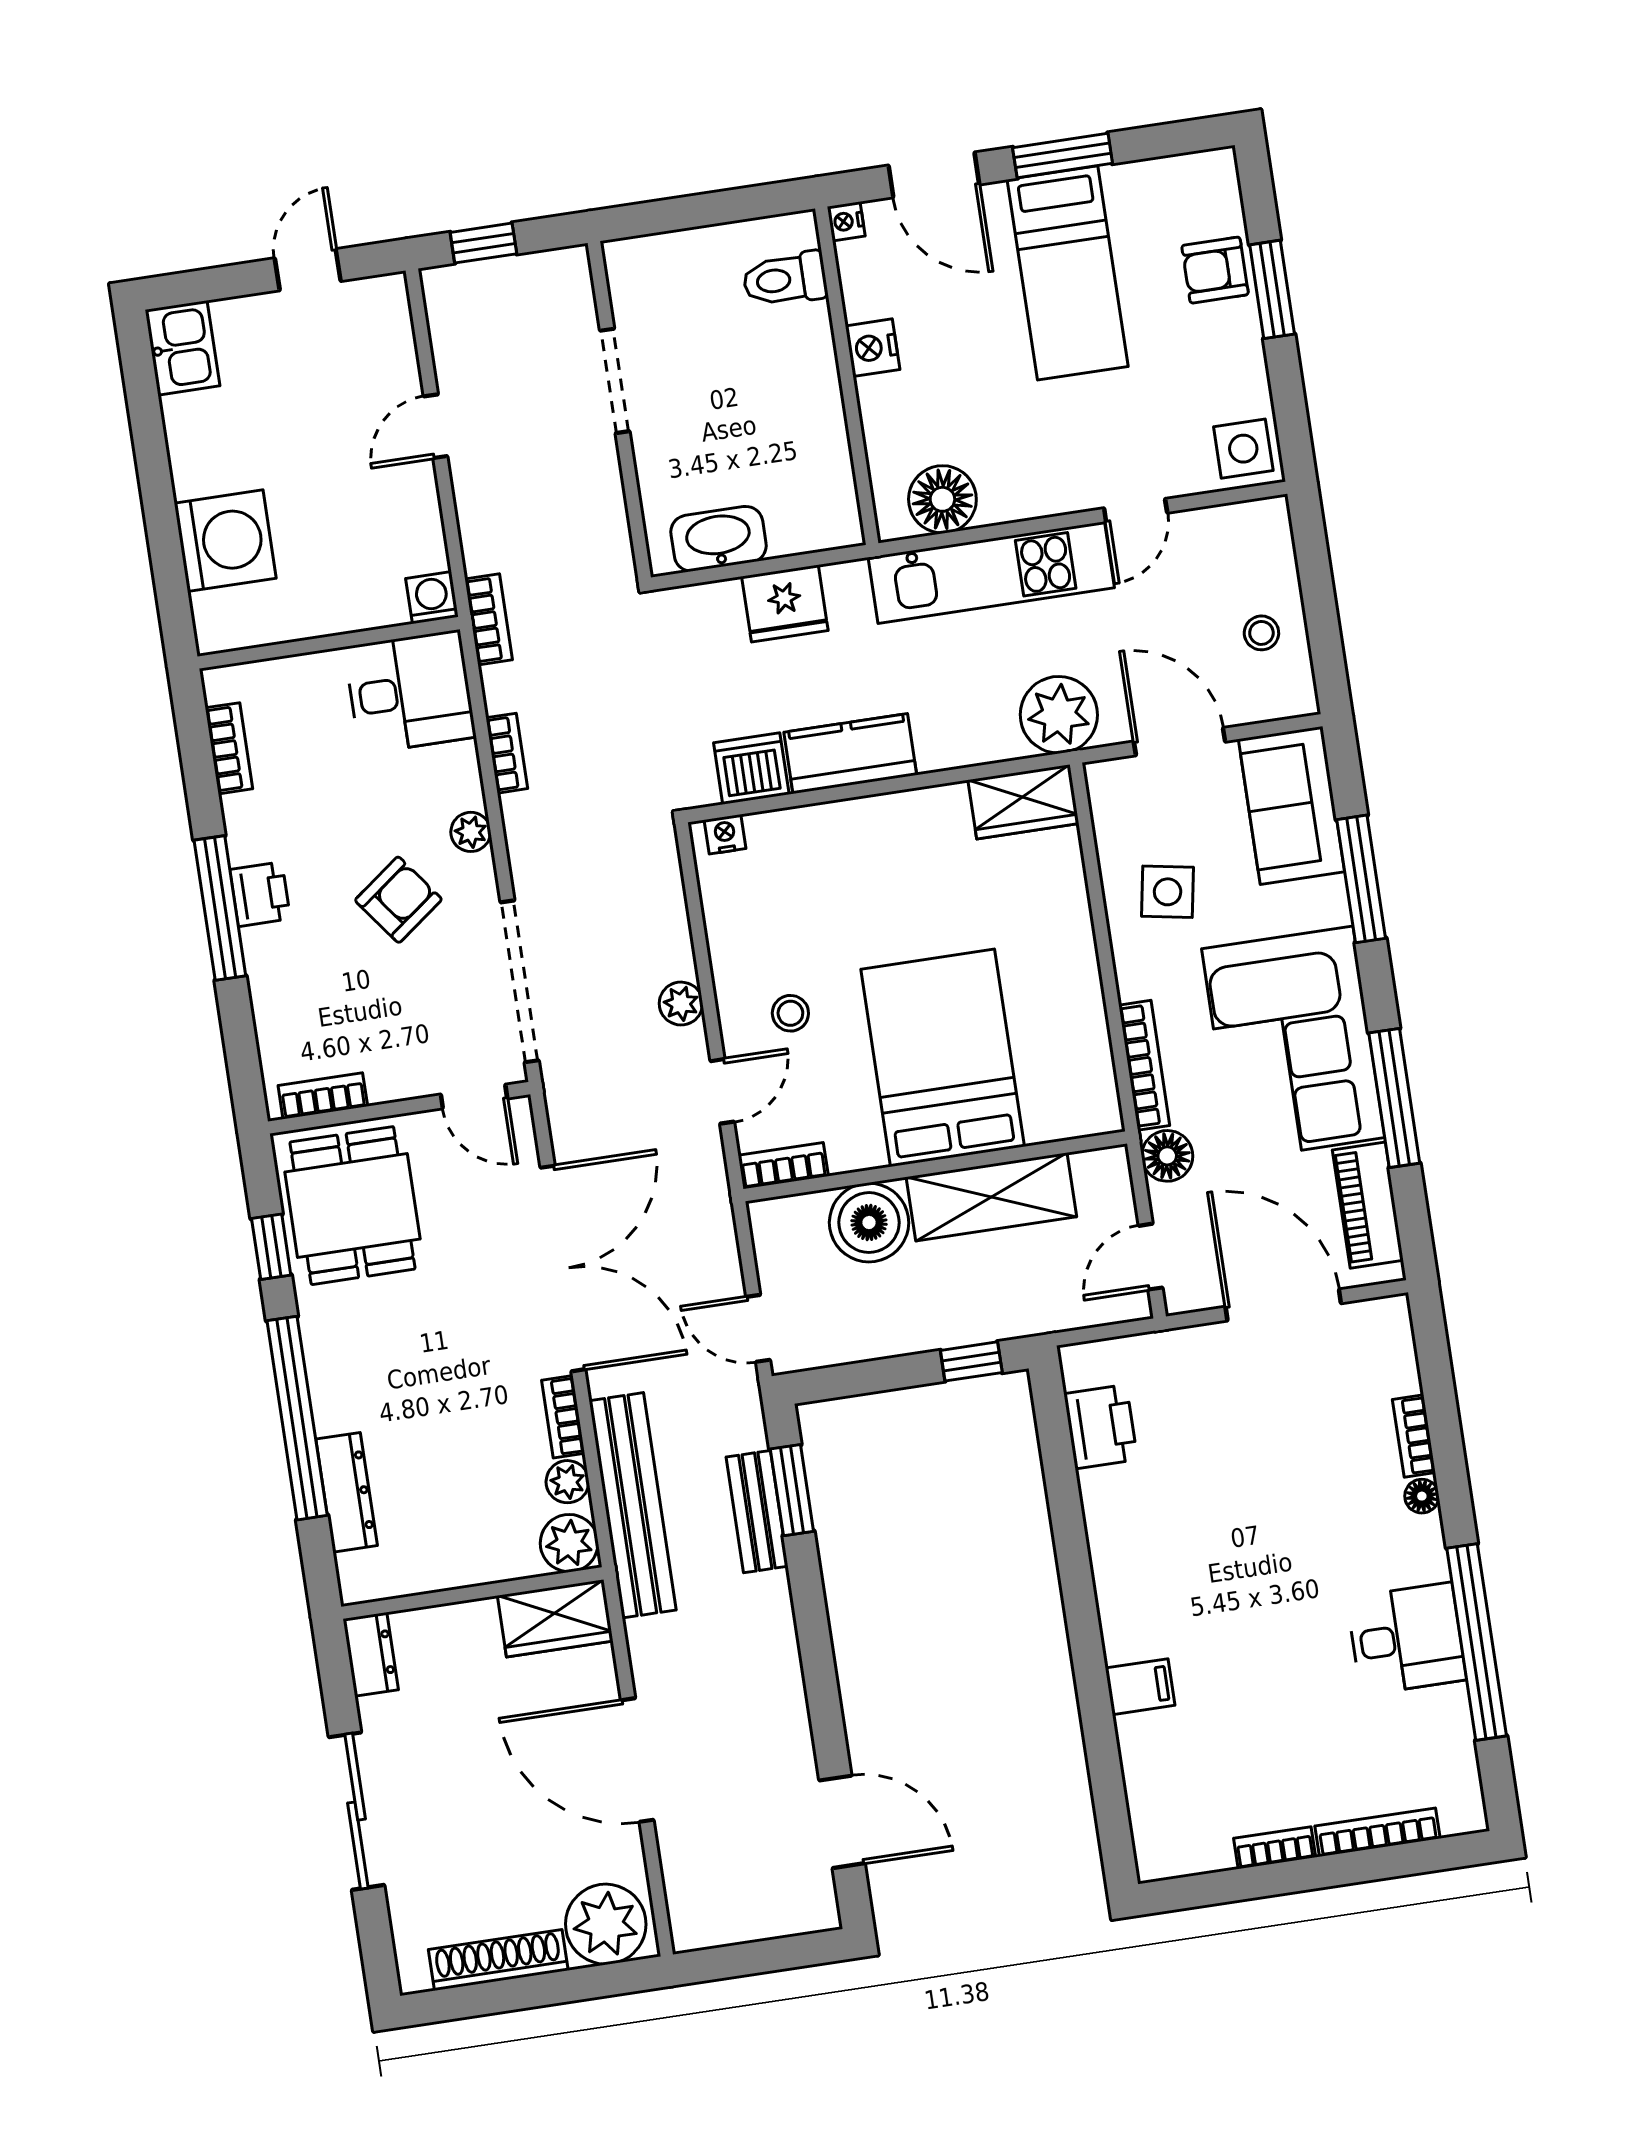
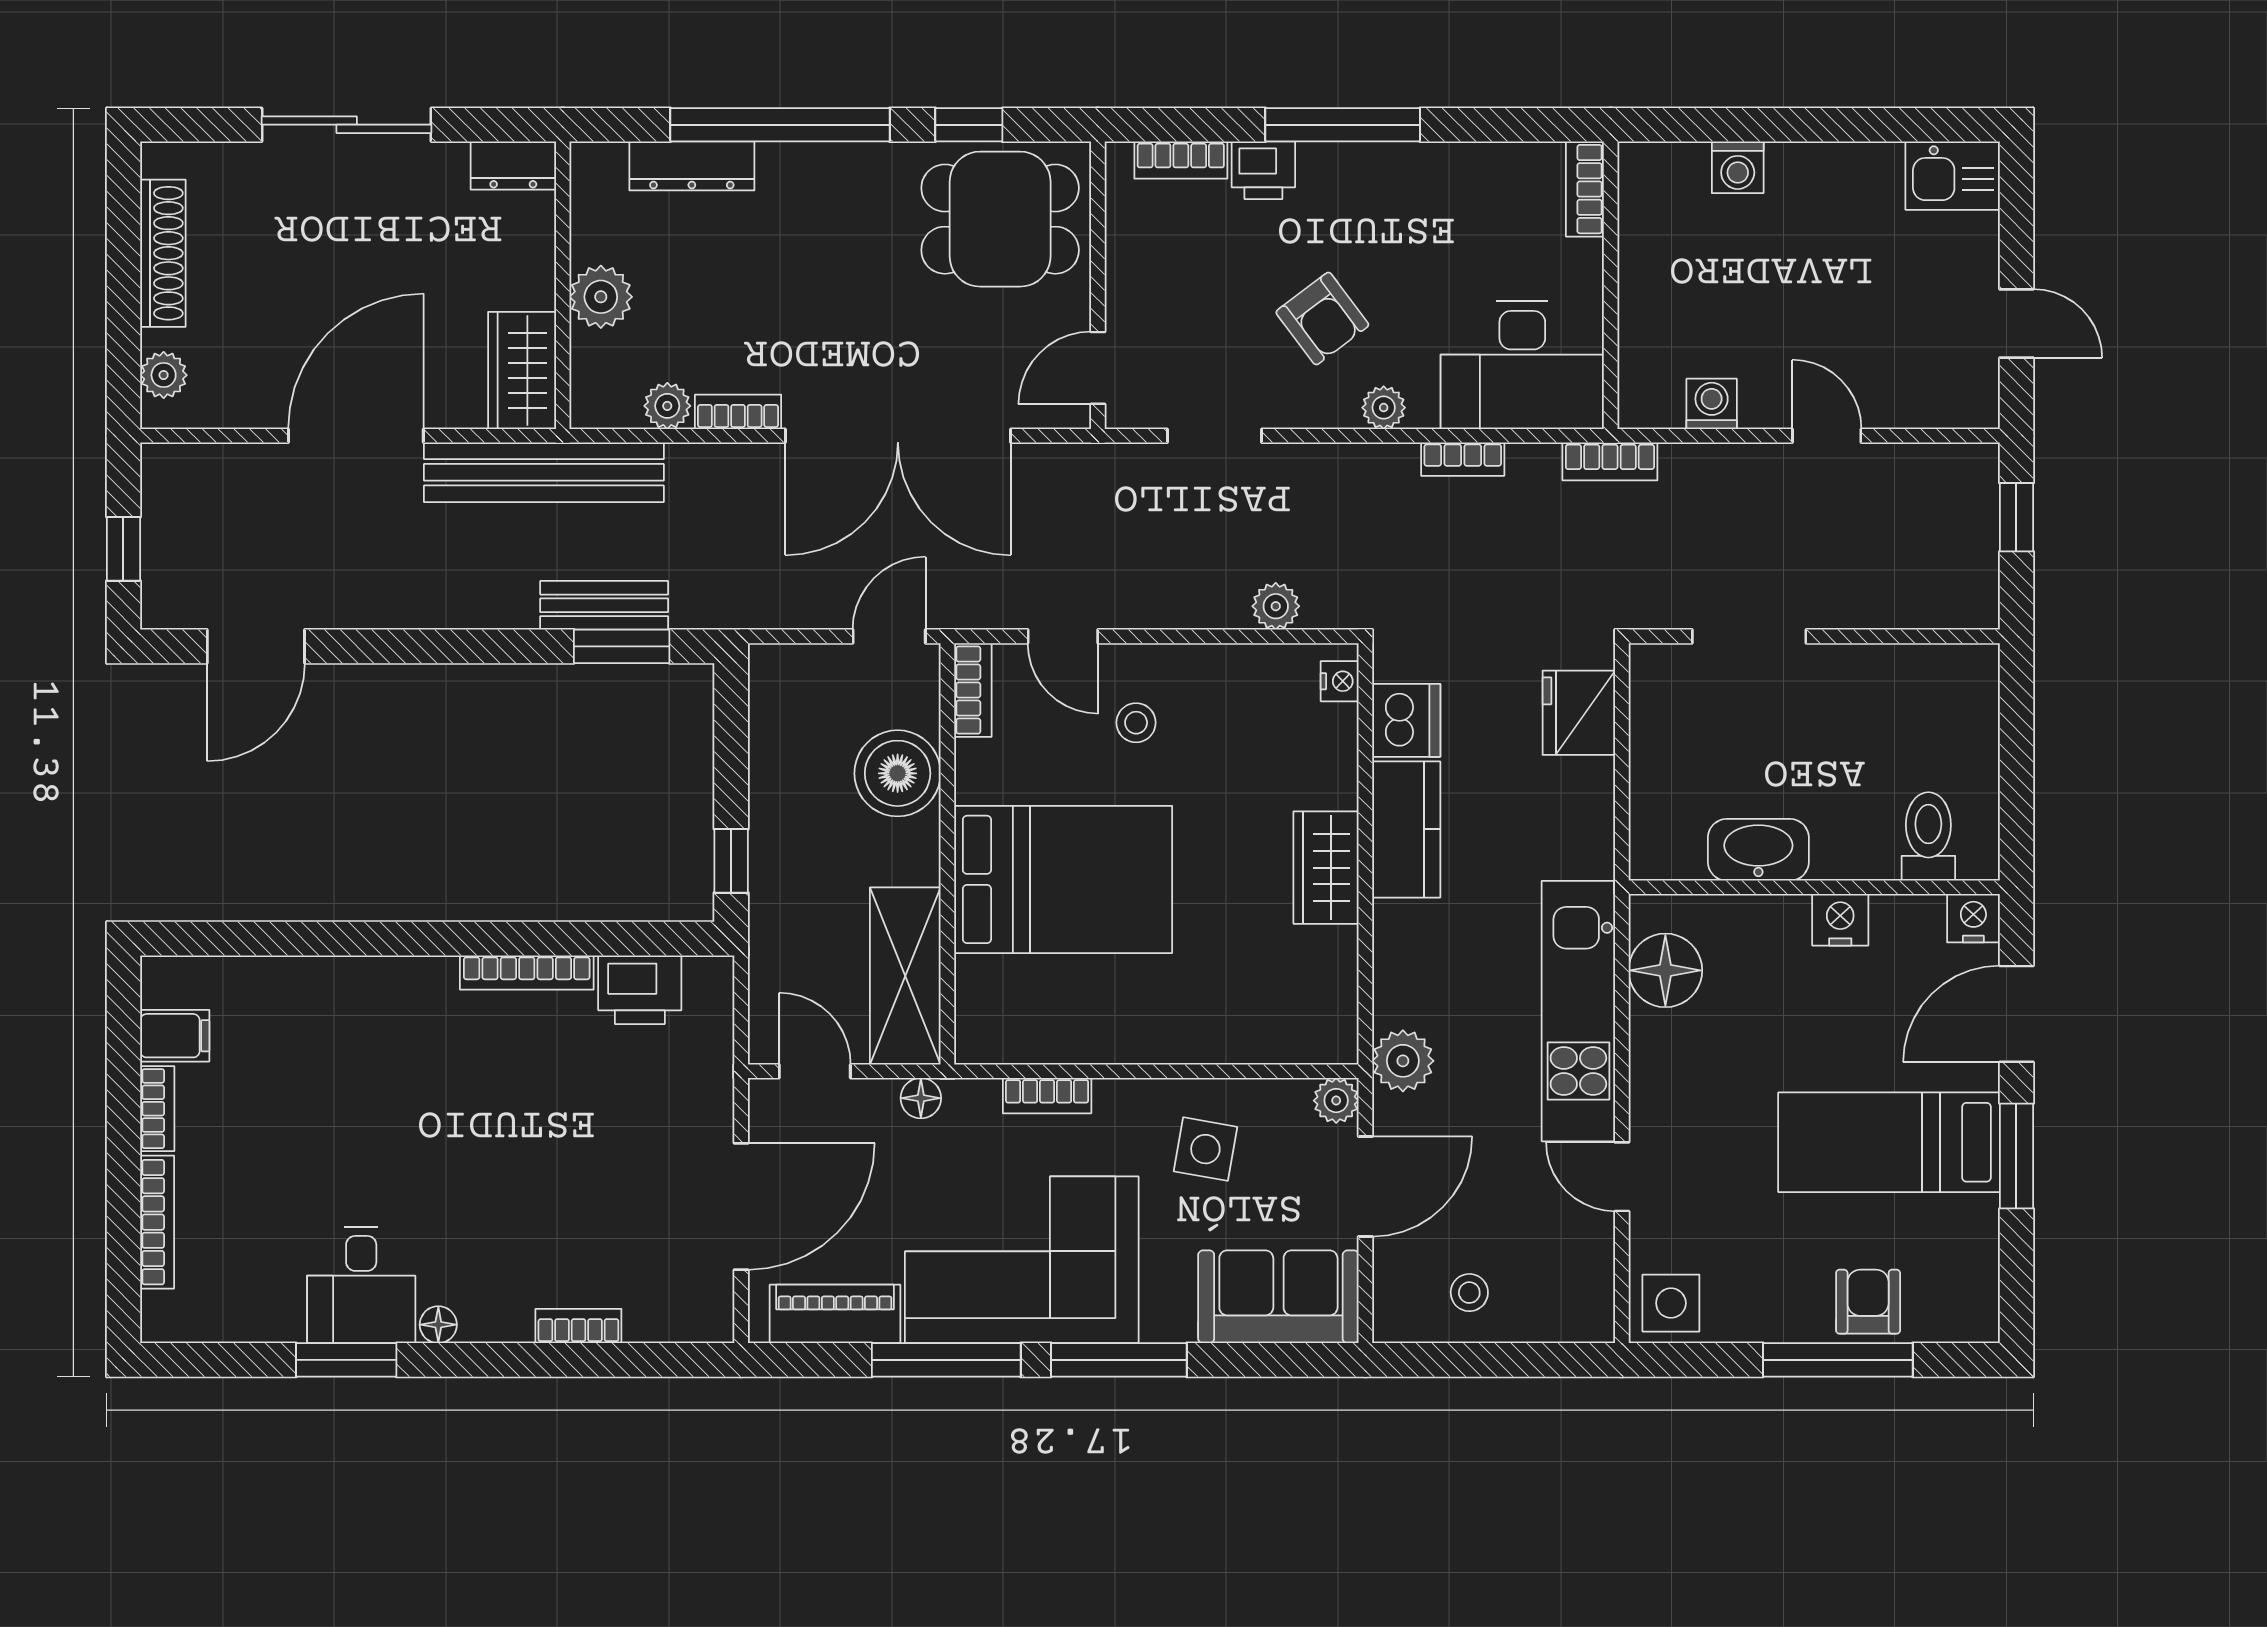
nightstand: (846, 221) -> (1973, 918), width x1.39, depth x1.35
window: (1272, 289) -> (1838, 1360), width x1.44
doorway: (615, 381) -> (1749, 636), moved
washbasin: (719, 539) -> (1758, 850), moved, turned -90
washing machine: (225, 541) -> (1738, 167), width x0.53, depth x0.53
washing machine: (432, 598) -> (1712, 404), moved, turned -90
fridge: (785, 603) -> (1579, 713), moved
desk: (410, 692) -> (1522, 365), width x1.37
plant: (1059, 715) -> (1403, 1061), width x0.73, depth x0.73
bookcase: (229, 748) -> (1585, 189), moved, turned 90
plant: (1106, 780) -> (1336, 1101), added
wardrobe: (1023, 802) -> (1326, 868), moved
window: (1361, 879) -> (1119, 1360), moved
printer: (260, 894) -> (1263, 170), moved
doorway: (520, 981) -> (1215, 436), width x0.53
plant: (681, 1004) -> (1276, 606), moved
bookcase: (1144, 1065) -> (1047, 1096), width x0.64
bookcase: (323, 1096) -> (1181, 160), moved, turned 90
floor lamp: (1167, 1156) -> (921, 1098), width x0.73, depth x0.73
shelving: (991, 1197) -> (905, 976), moved
door: (758, 1328) -> (889, 636), moved
floor lamp: (1422, 1496) -> (438, 1325), moved
bench: (633, 1505) -> (544, 472), moved
bookcase: (1100, 1531) -> (527, 972), added
plant: (569, 1543) -> (601, 297), moved
window: (1477, 1642) -> (346, 1360), width x0.47
filing cabinet: (1140, 1687) -> (175, 1036), moved, turned -90
plant: (606, 1924) -> (164, 375), width x0.53, depth x0.53
window: (772, 1955) -> (123, 549), added

